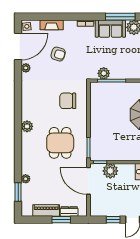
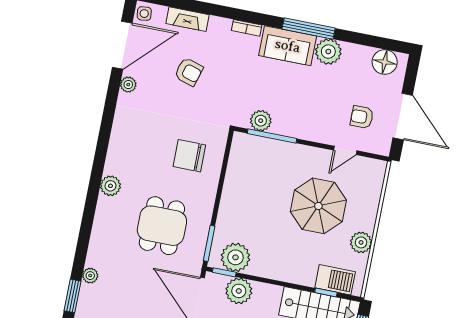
plant: (105, 152) -> (235, 257), added

